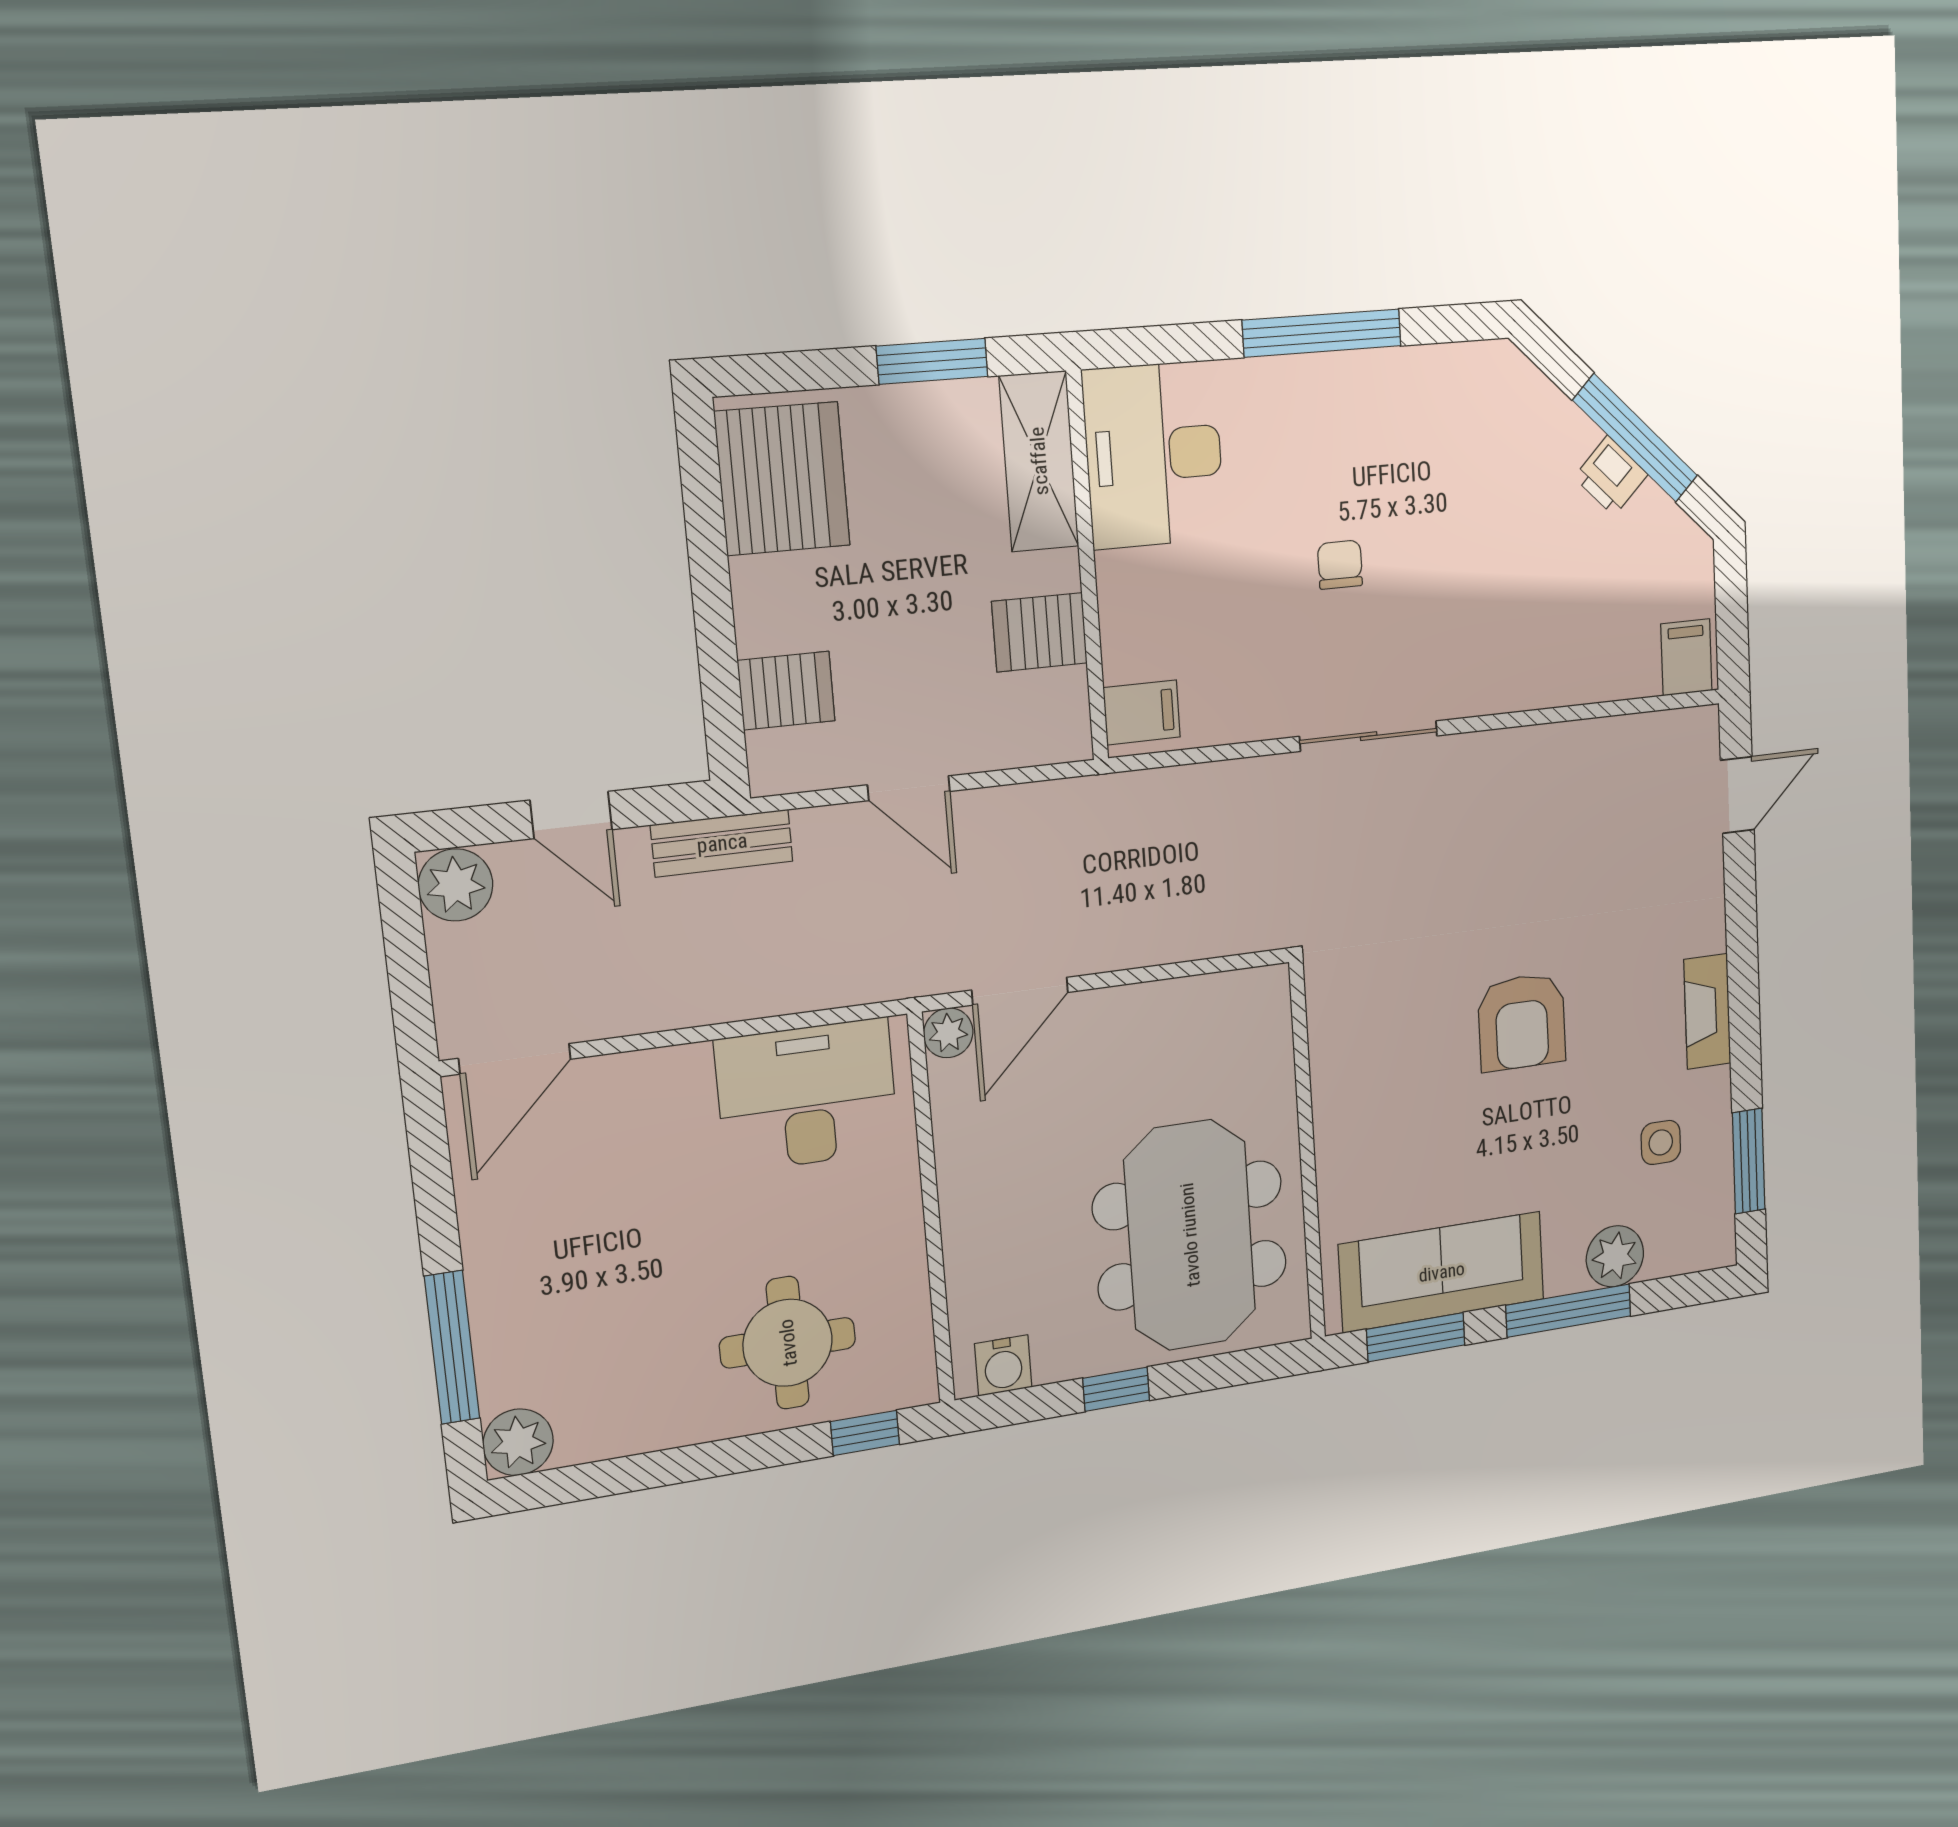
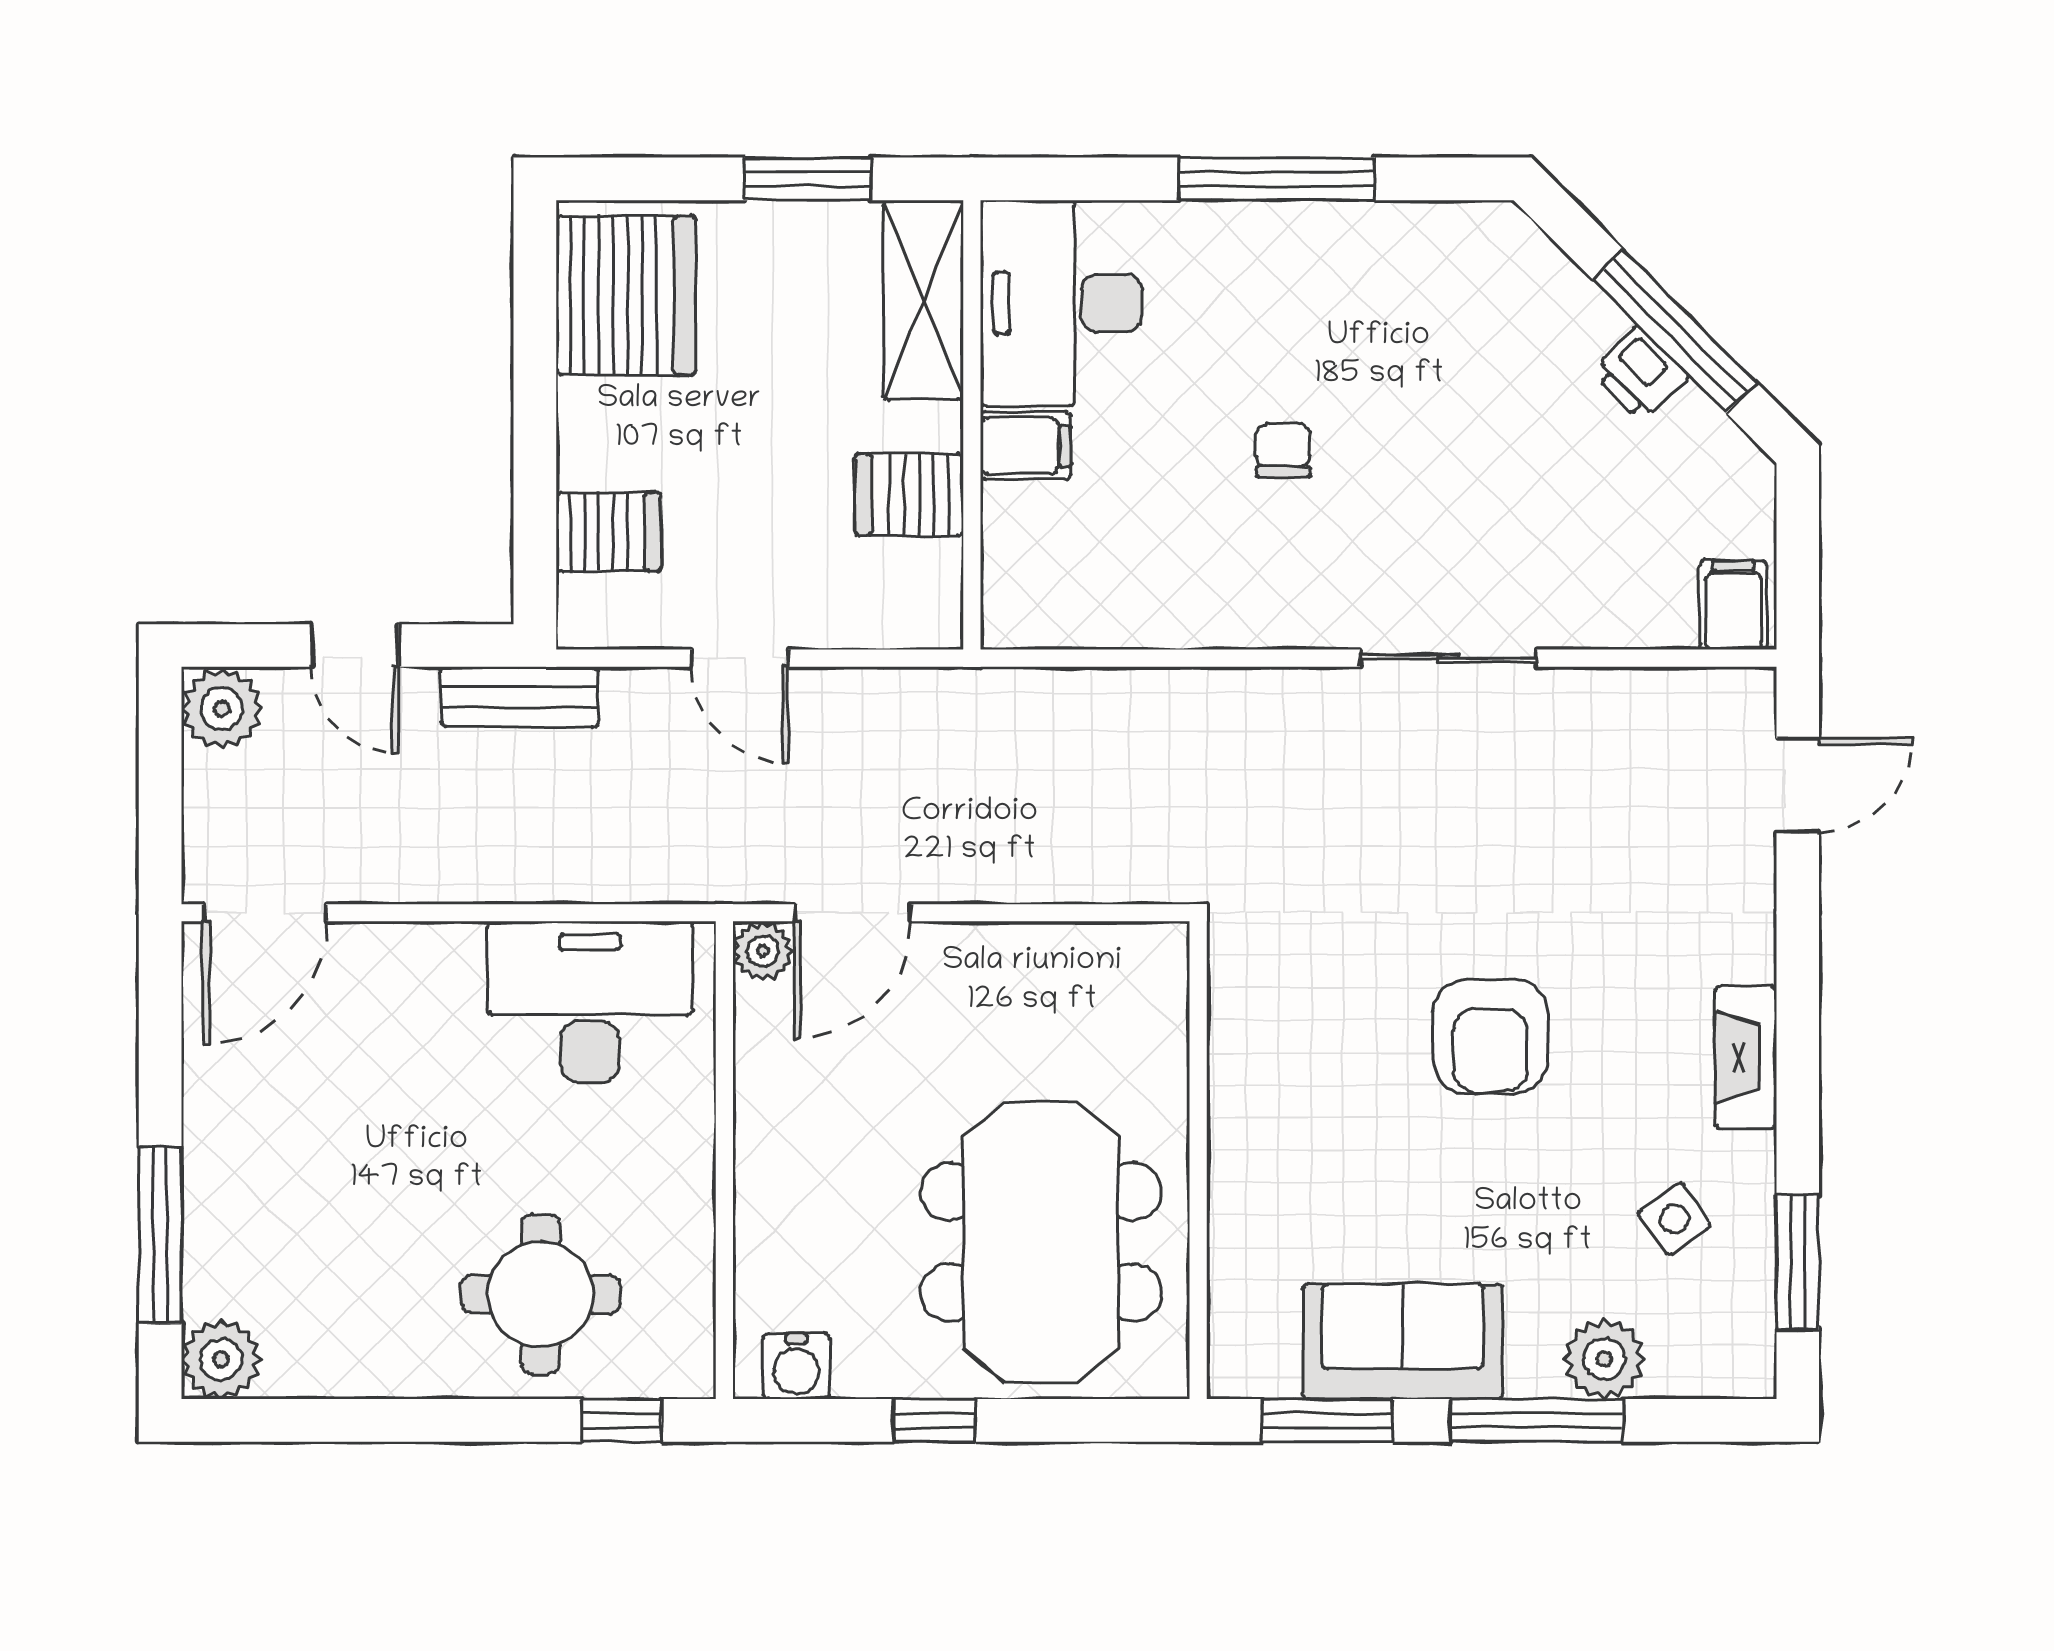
filing cabinet: (1142, 712) -> (1025, 446), moved
sliding door: (1369, 736) -> (1448, 658), moved
side table: (1661, 1142) -> (1674, 1219), turned -36
sofa: (1442, 1272) -> (1403, 1341), width x0.73

